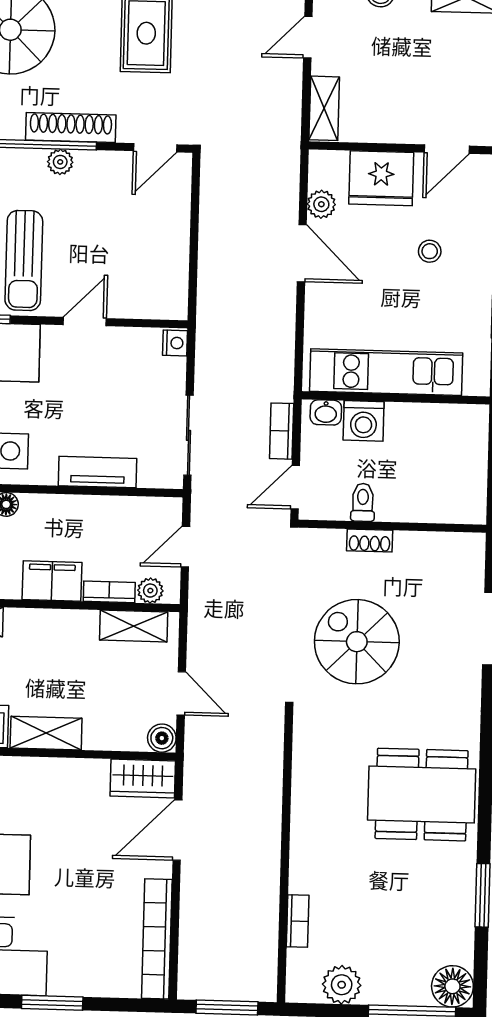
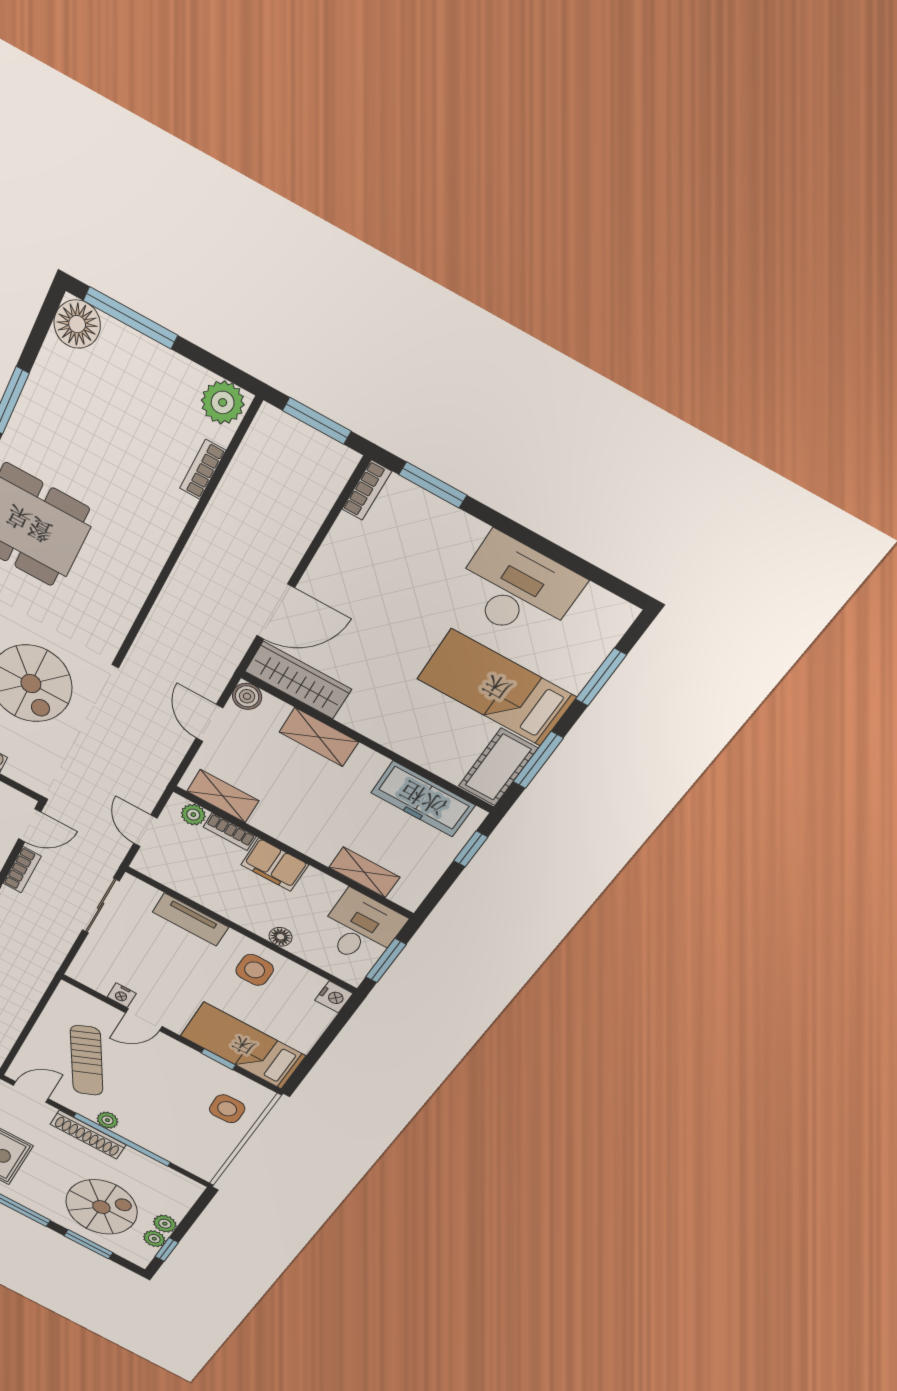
sun lounger: (24, 260) -> (87, 1061), moved, turned 153
nightstand: (175, 343) -> (122, 995), moved, turned -90
door: (185, 547) -> (145, 831), swing flipped
shelving: (46, 733) -> (319, 737), moved
wardrobe: (143, 778) -> (298, 680), width x1.50
bookcase: (157, 939) -> (367, 490), width x0.43, depth x0.76
plant: (342, 985) -> (223, 402), moved
window: (52, 1003) -> (433, 485), moved

